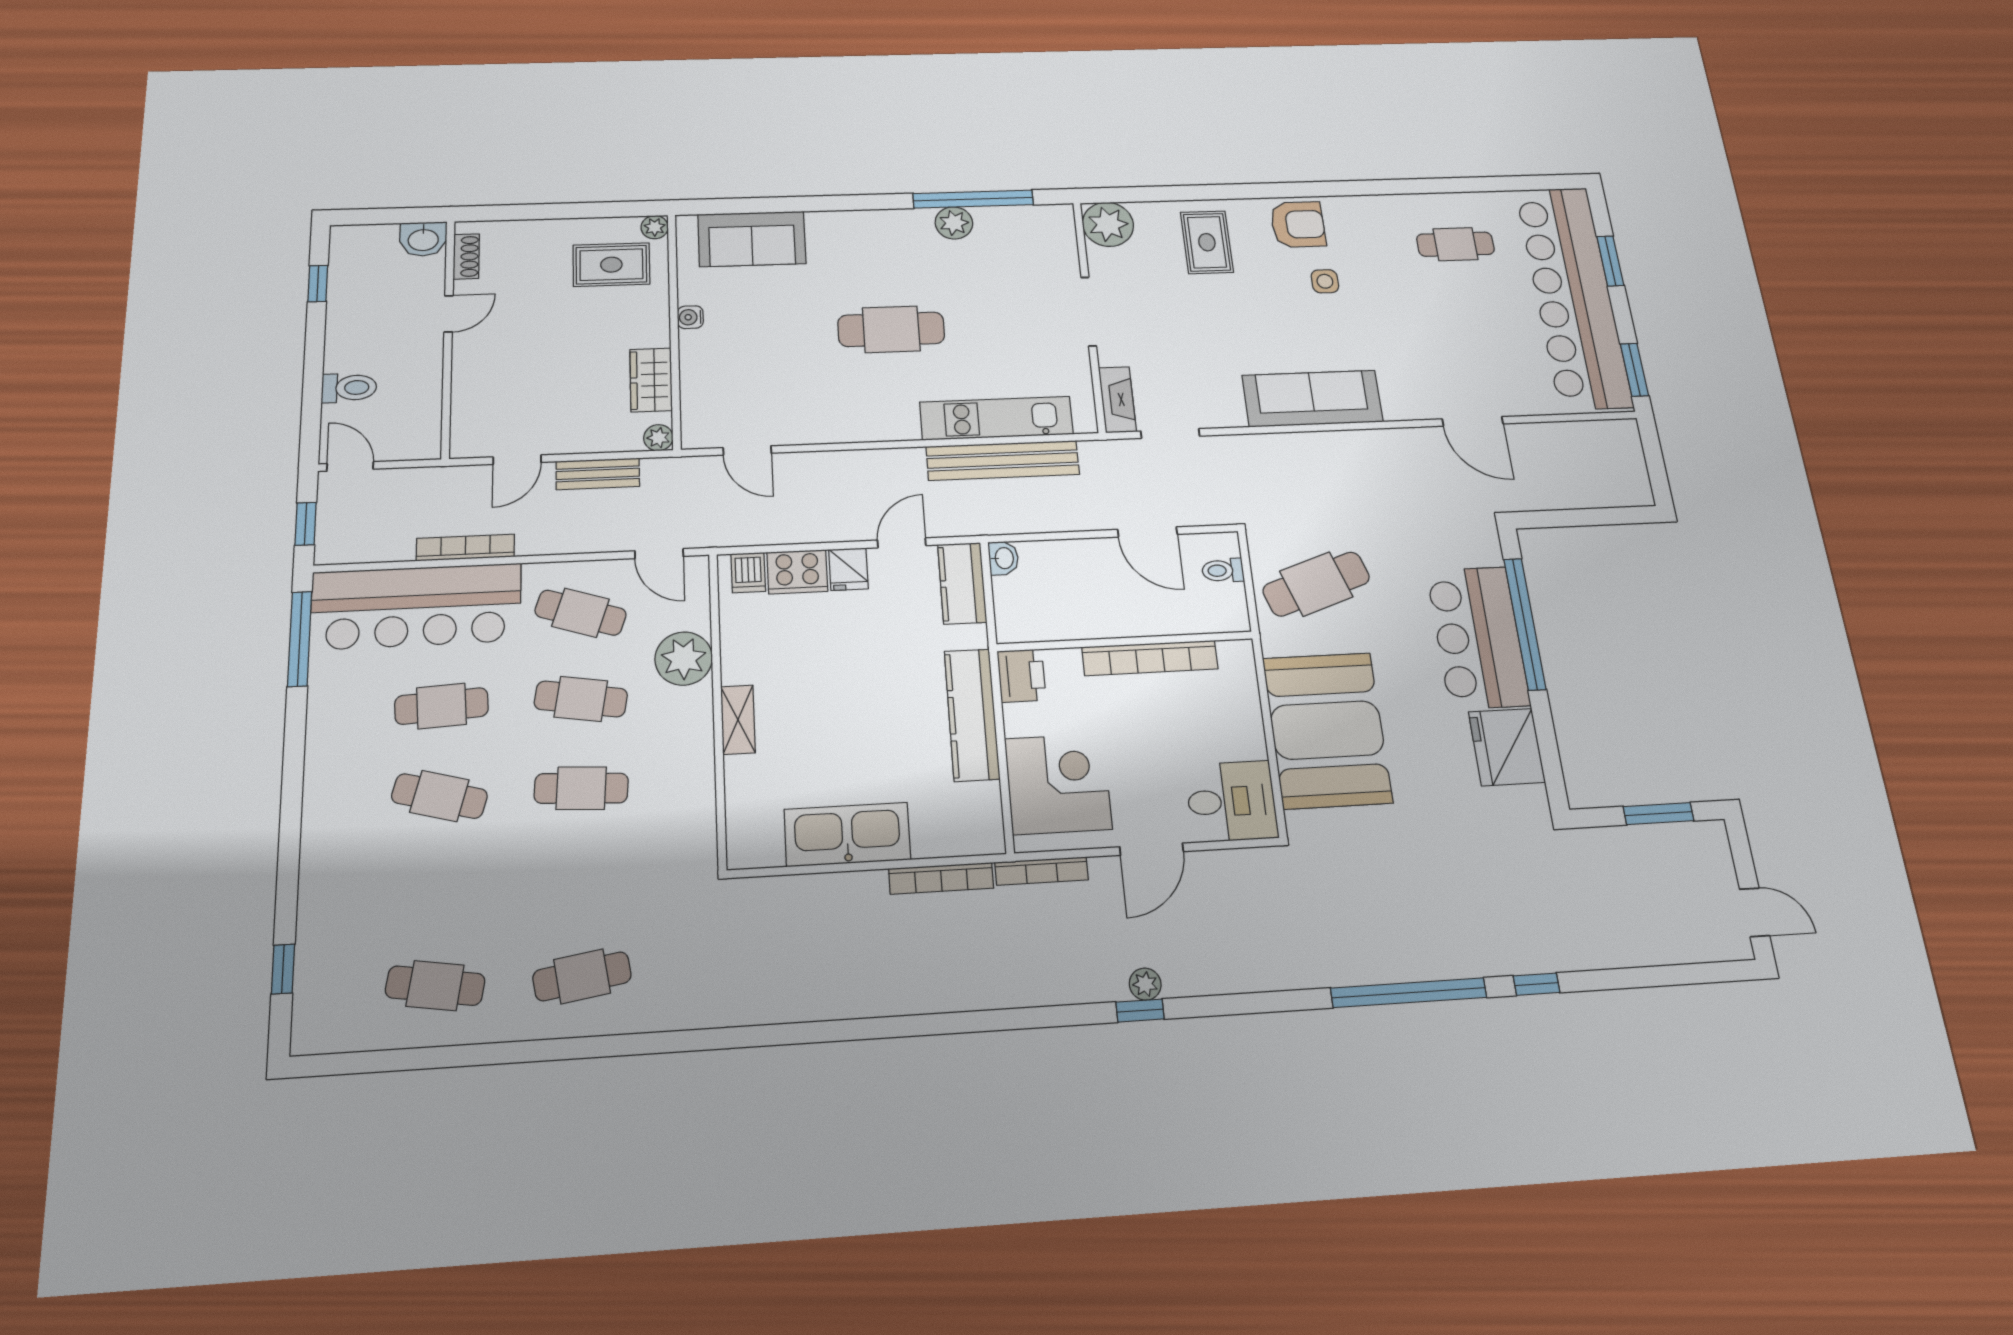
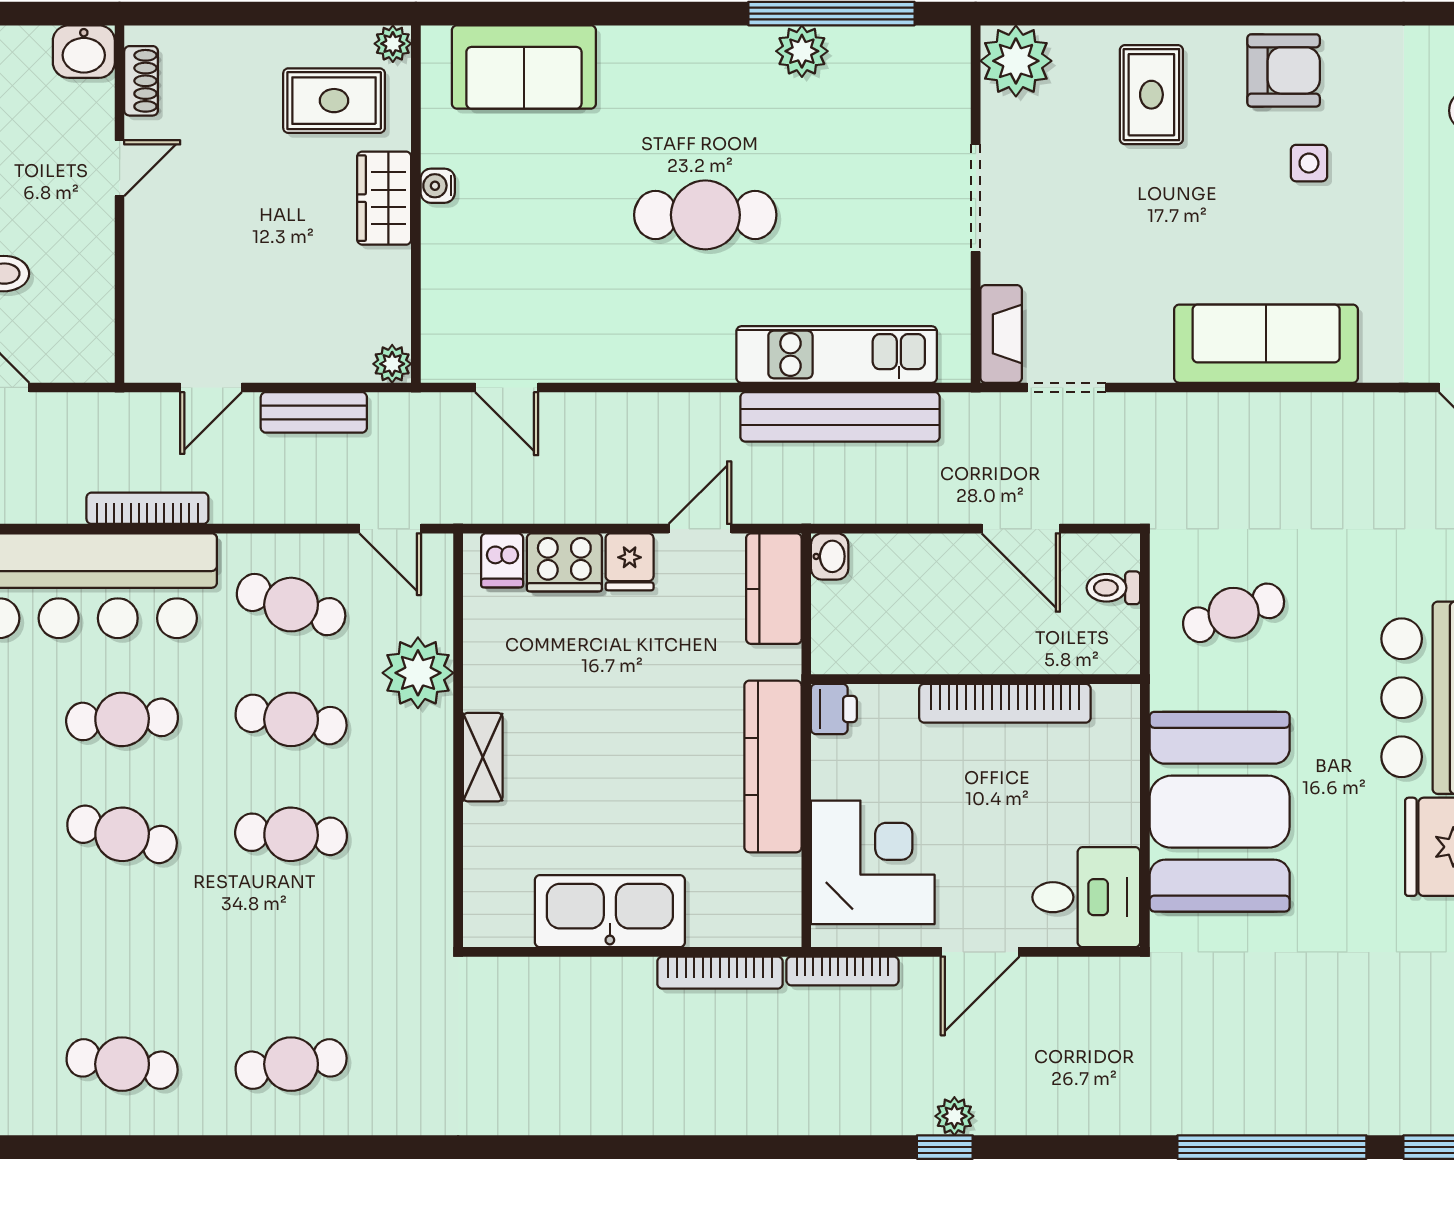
wardrobe: (651, 380) -> (384, 198), moved
cafe table: (1316, 584) -> (1234, 613), width x0.73, depth x0.74
printer: (1021, 676) -> (834, 709), width x0.73, depth x0.81

